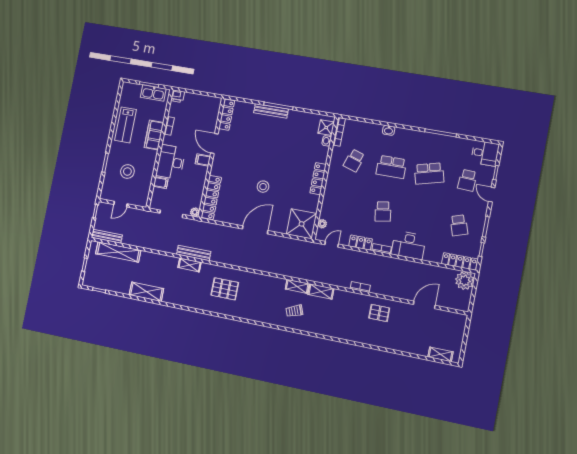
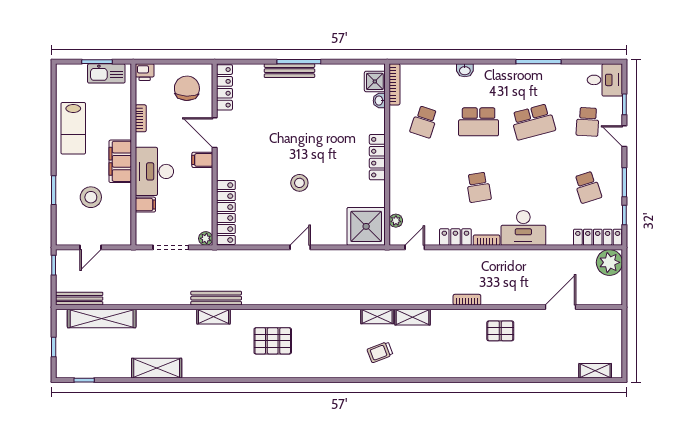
chair: (202, 111) -> (187, 88), added
filing cabinet: (154, 135) -> (120, 161), moved
door: (255, 230) -> (300, 247), width x0.53

